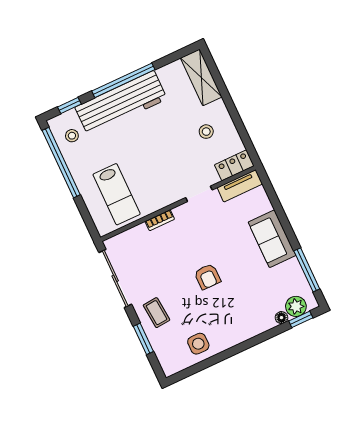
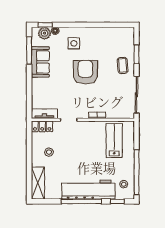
sofa: (272, 239) -> (40, 62), moved
armchair: (207, 277) -> (85, 72), width x1.88, depth x1.88
side table: (198, 344) -> (74, 43), moved

